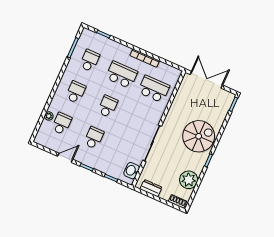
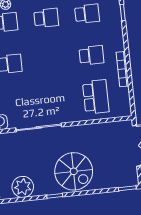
school desk: (122, 75) -> (91, 55), width x0.54
school desk: (108, 106) -> (51, 60), removed

